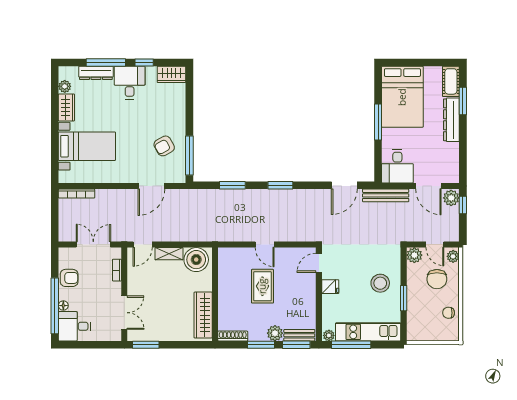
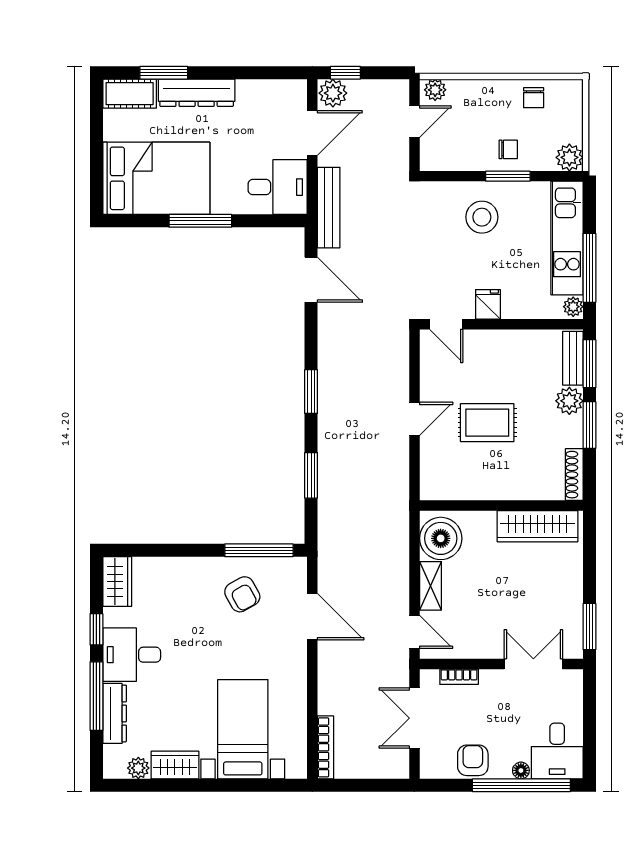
plant: (414, 255) -> (569, 157), moved
chair: (437, 279) -> (508, 149), moved, width x0.54, depth x0.54

